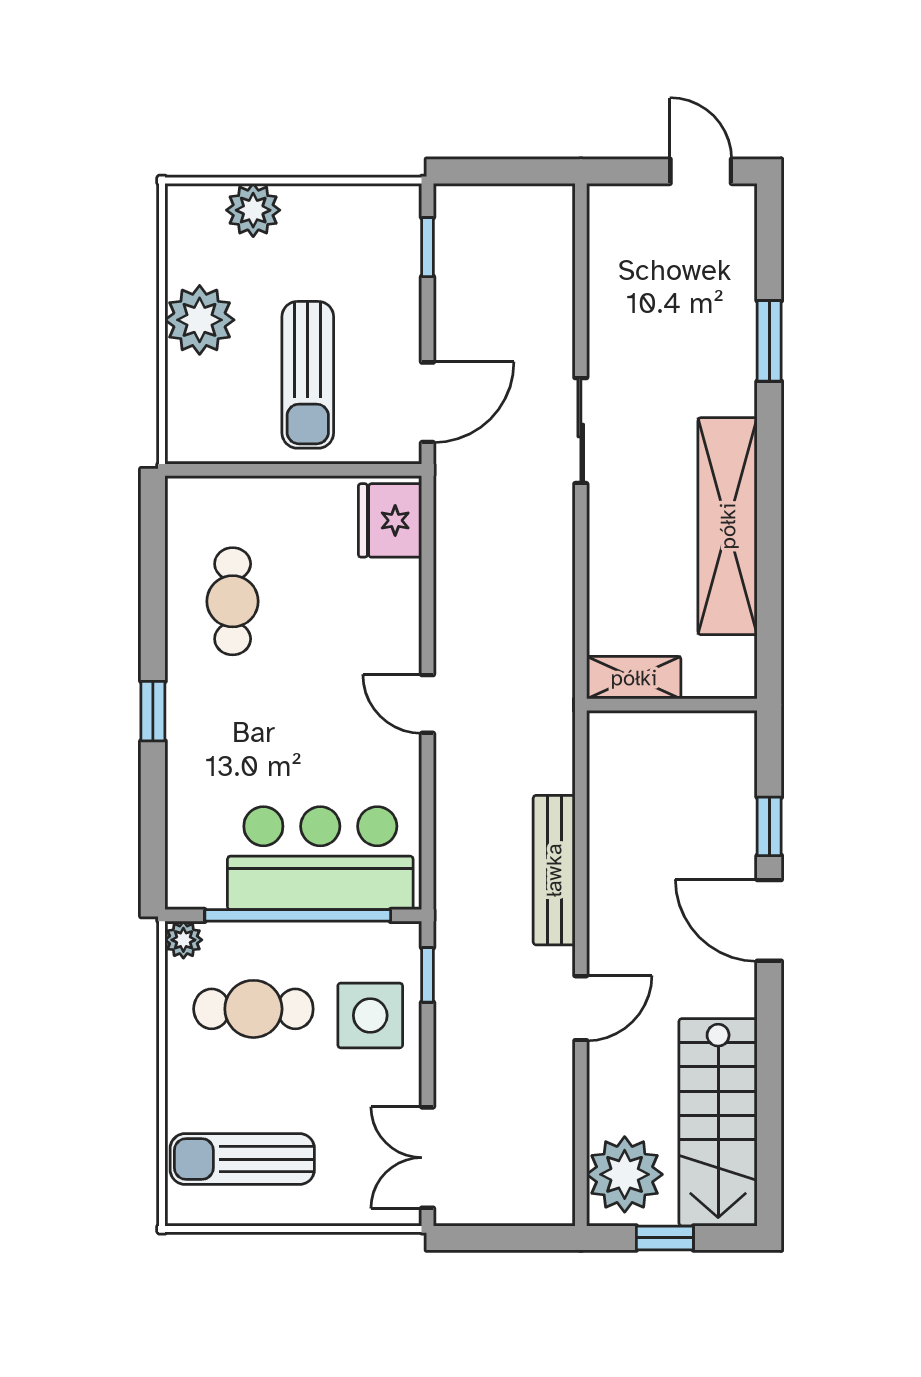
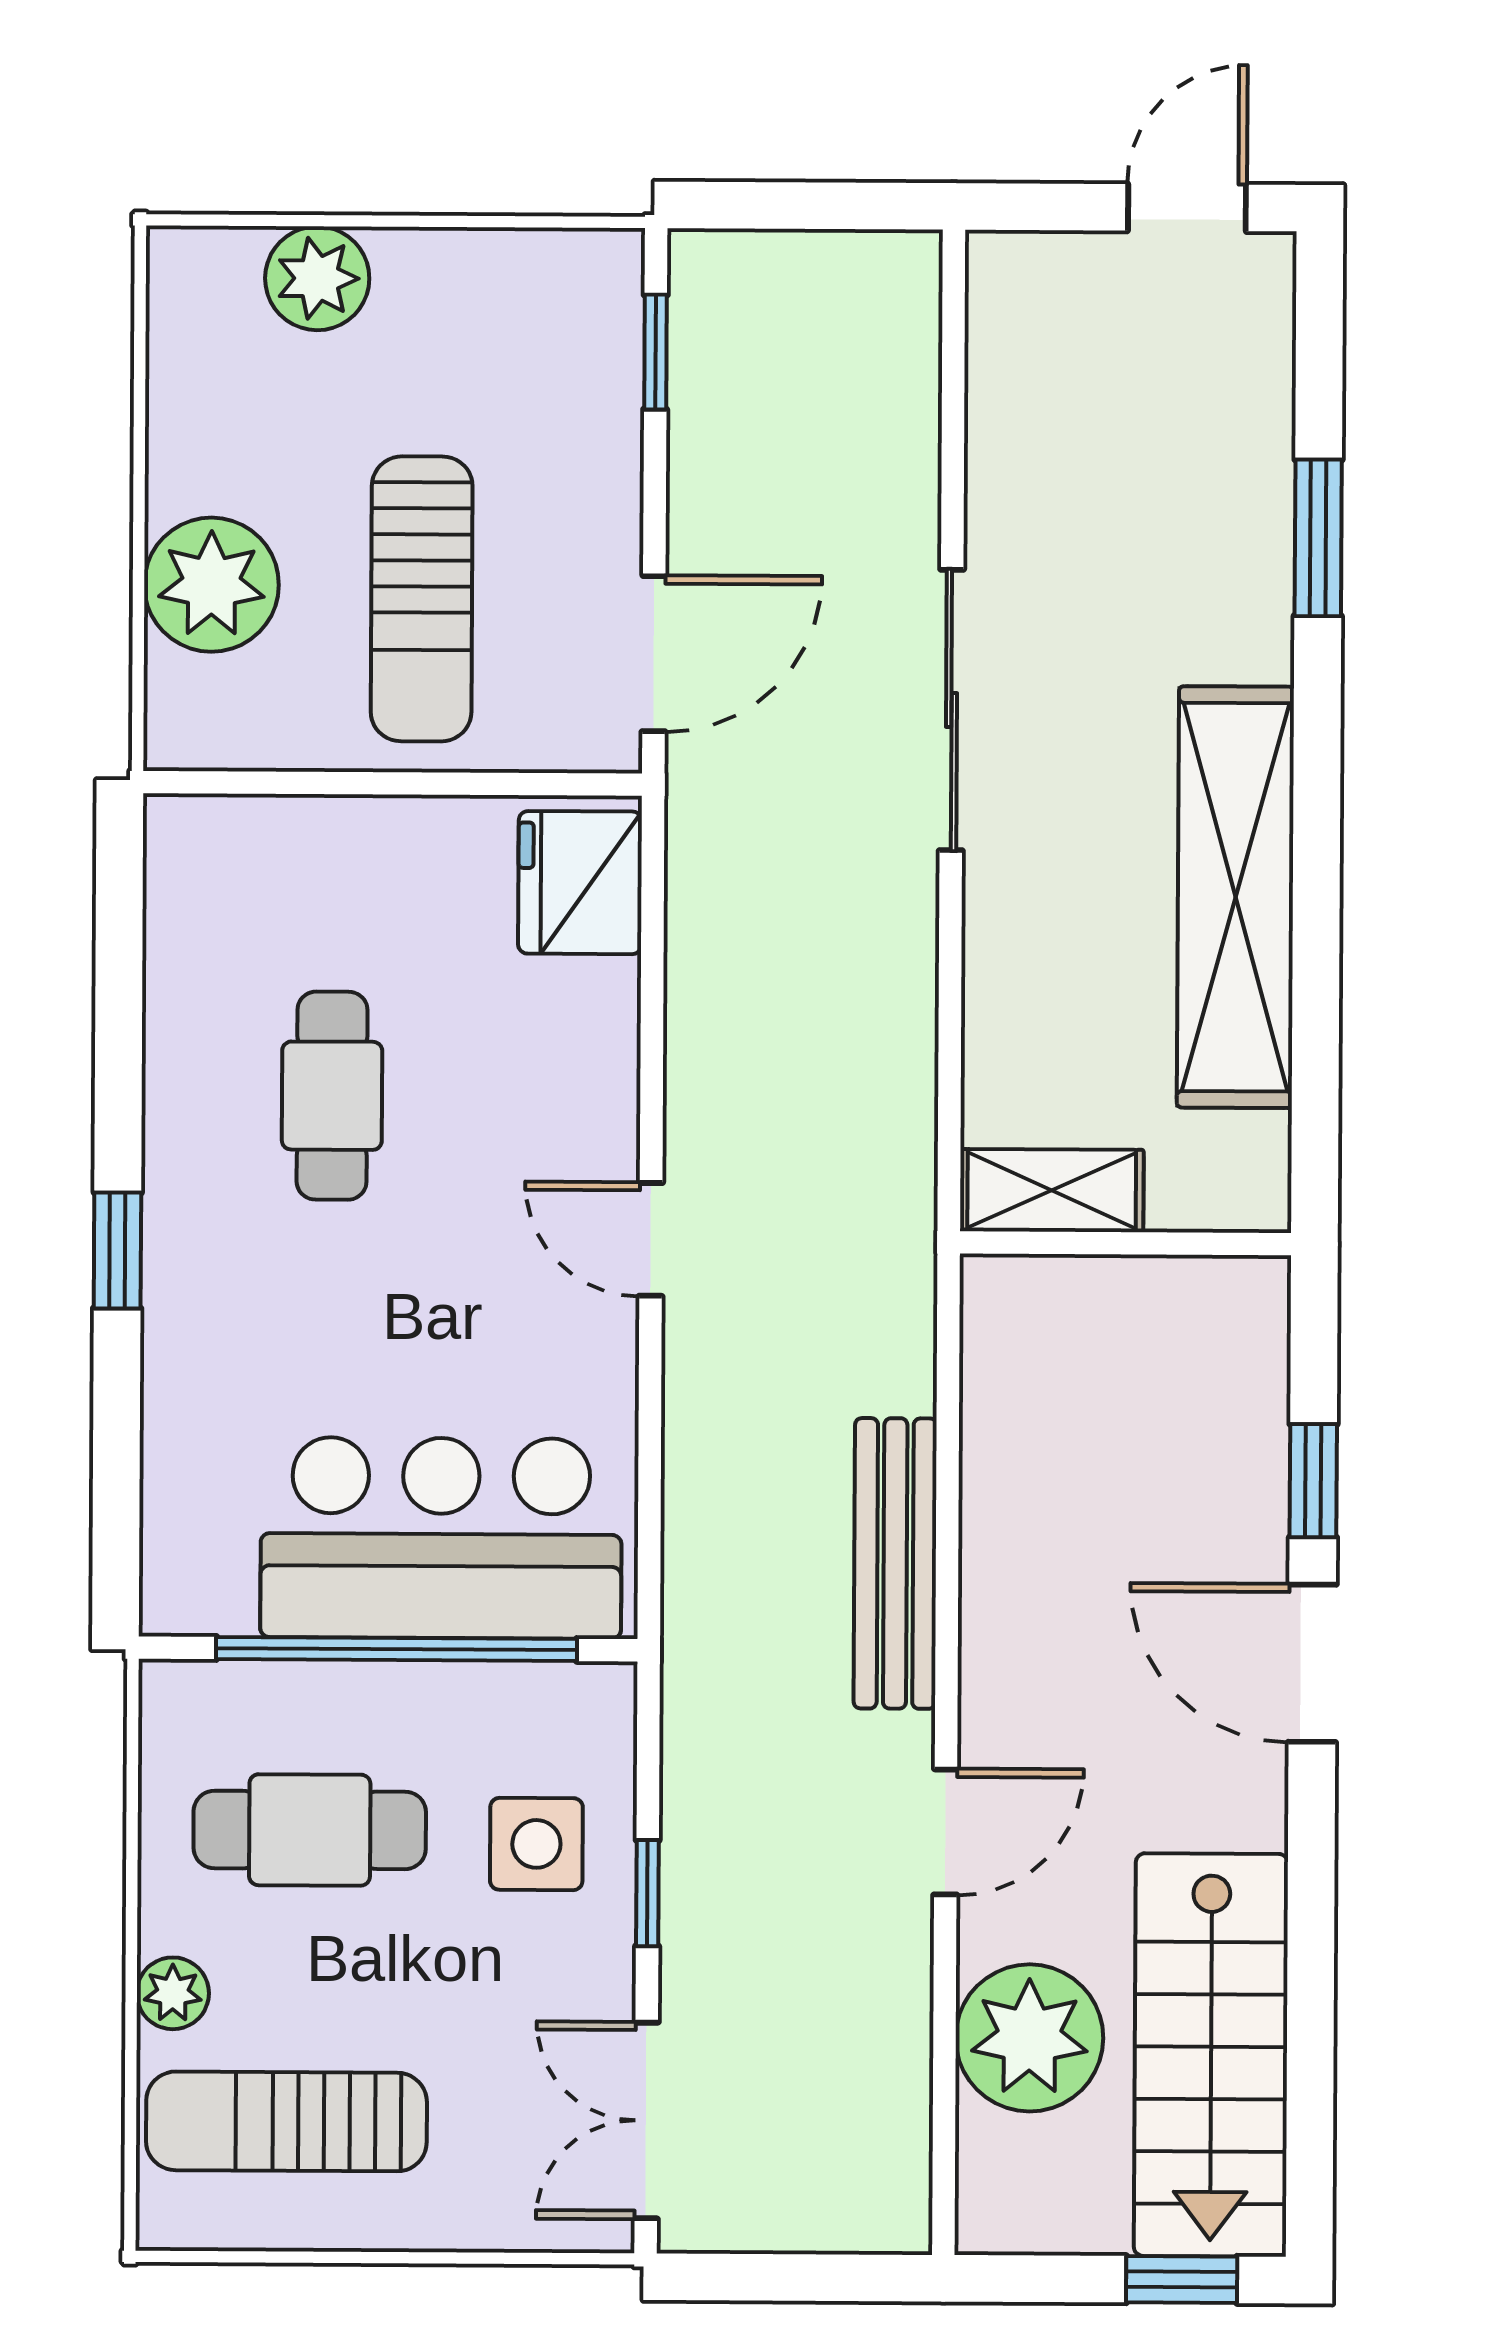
door: (701, 171) -> (1187, 208), hinge flipped
plant: (200, 320) -> (211, 585), moved
sliding door: (581, 431) -> (951, 710), width x1.37
cafe table: (233, 601) -> (332, 1096), moved
plant: (183, 940) -> (173, 1993), moved
window: (428, 975) -> (647, 1893), moved
side table: (370, 1015) -> (536, 1844), width x0.73, depth x0.73
plant: (625, 1174) -> (1029, 2038), moved
window: (665, 1238) -> (1182, 2280), moved

